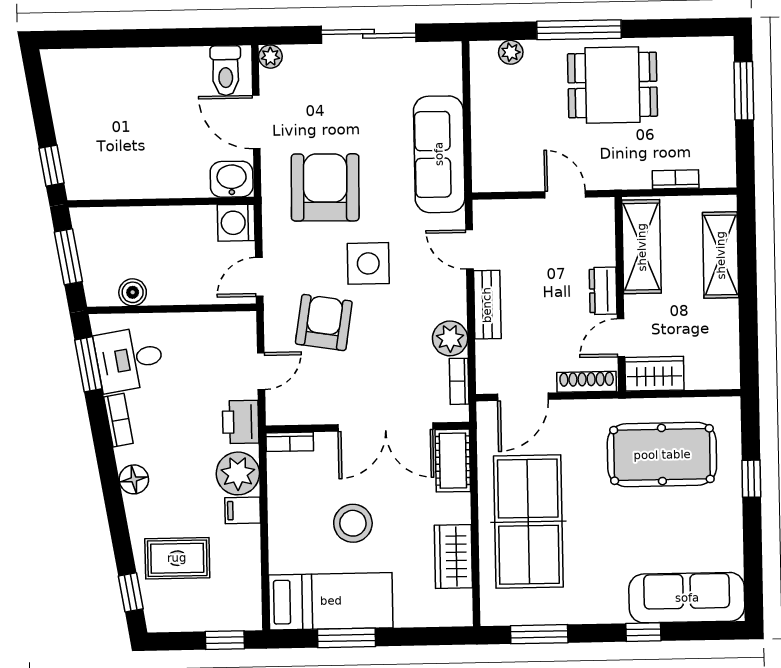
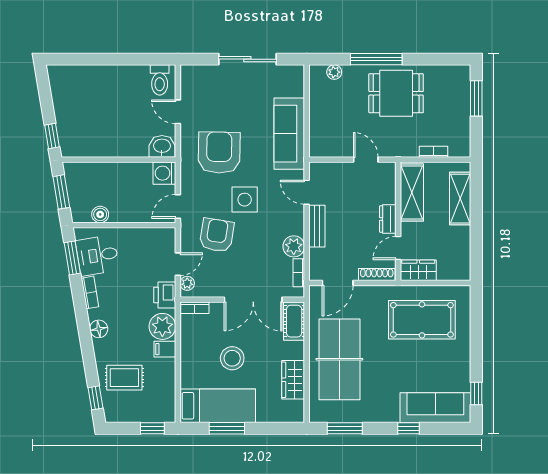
plant: (270, 57) -> (187, 283), moved
door: (256, 122) -> (178, 112), width x0.73
window: (751, 479) -> (476, 393), moved

